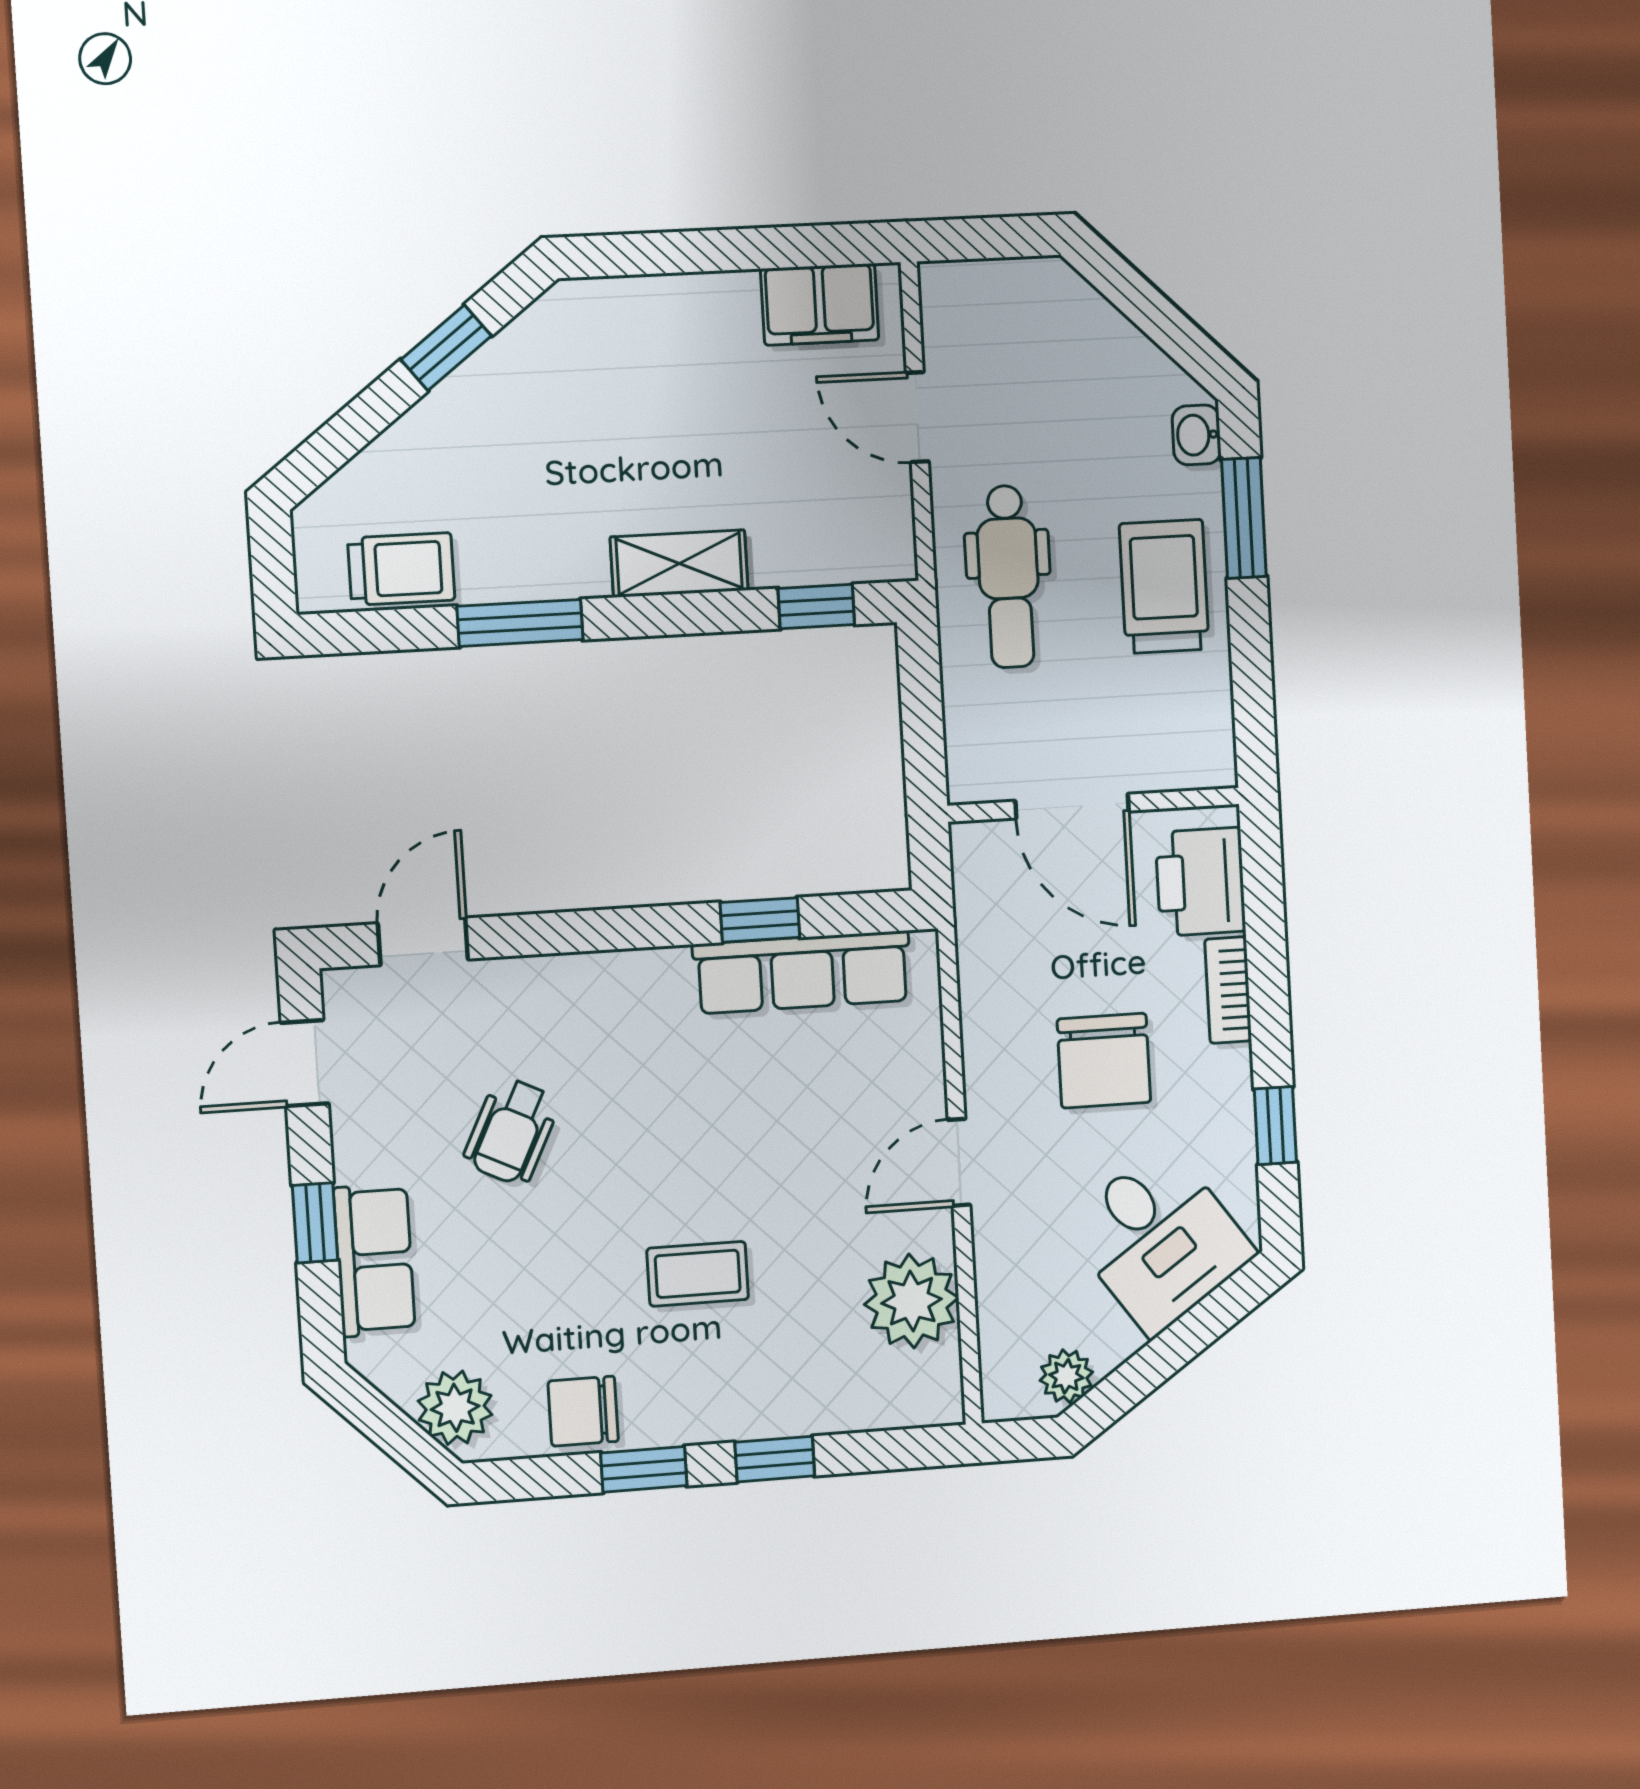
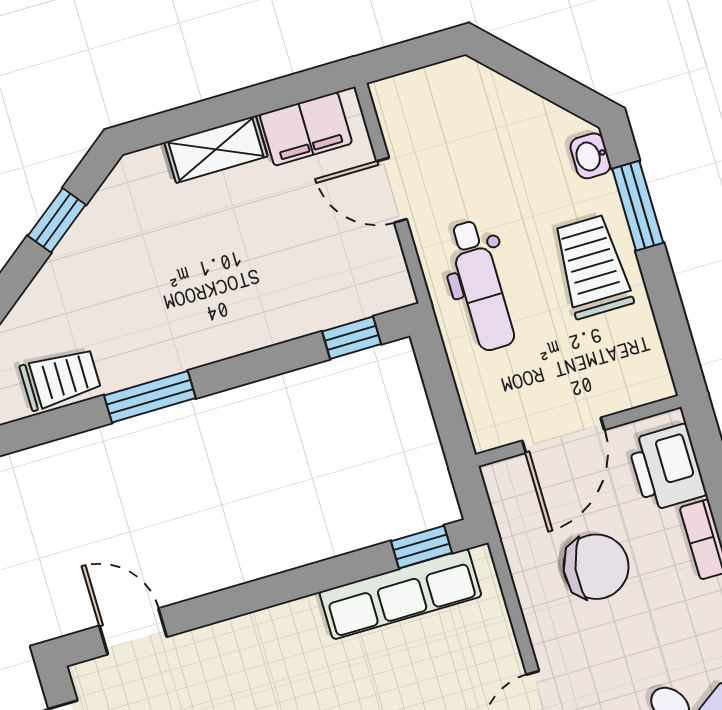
shelving: (679, 564) -> (216, 149), moved
door: (1072, 806) -> (563, 435), hinge flipped
window: (760, 920) -> (421, 547), moved
door: (423, 941) -> (133, 631), hinge flipped
chair: (1104, 1061) -> (596, 567), moved, turned -81

